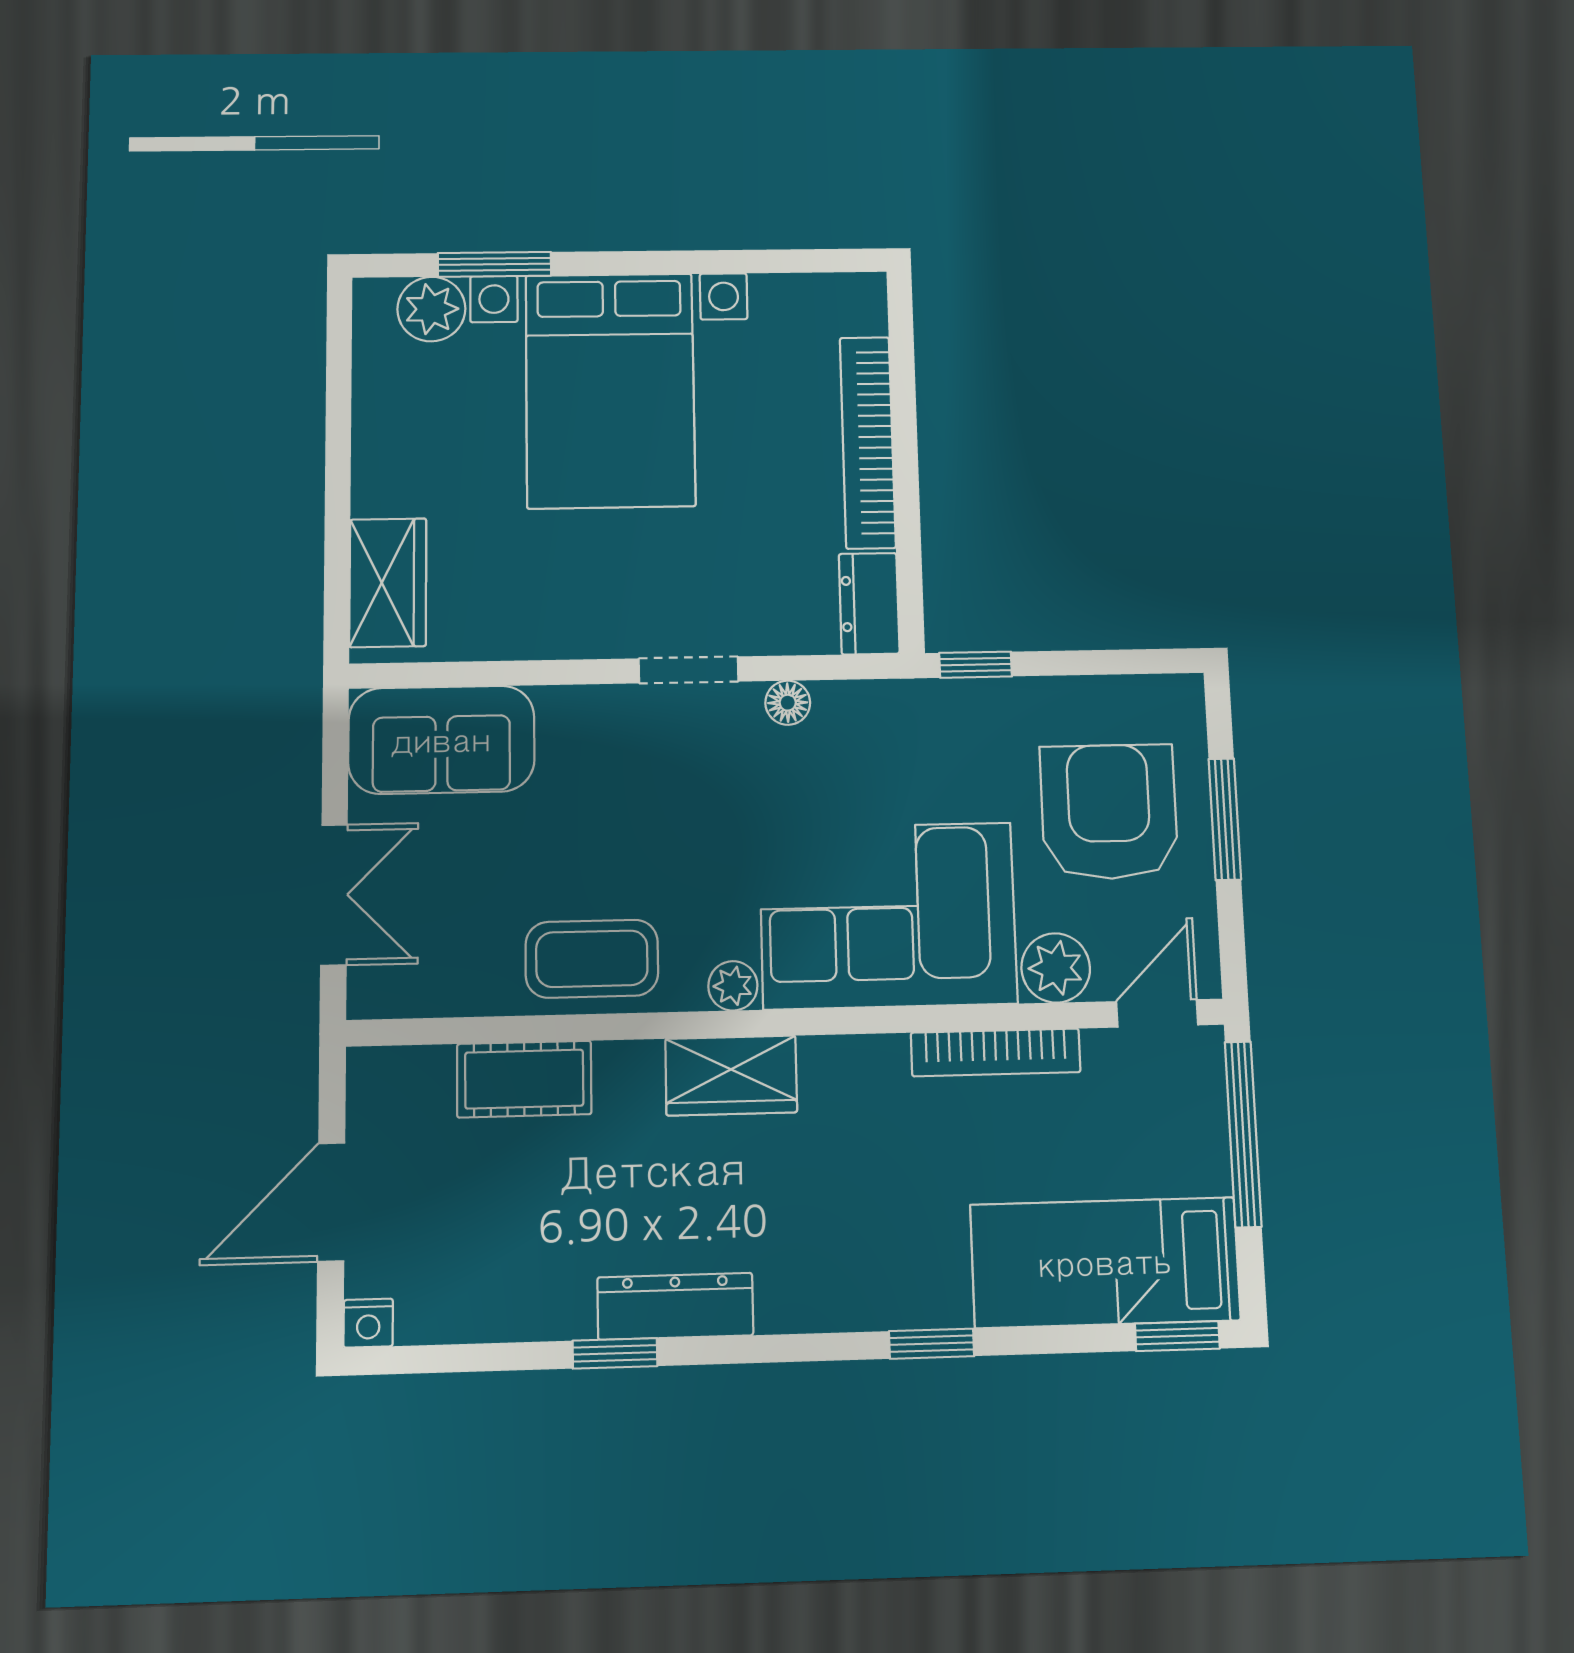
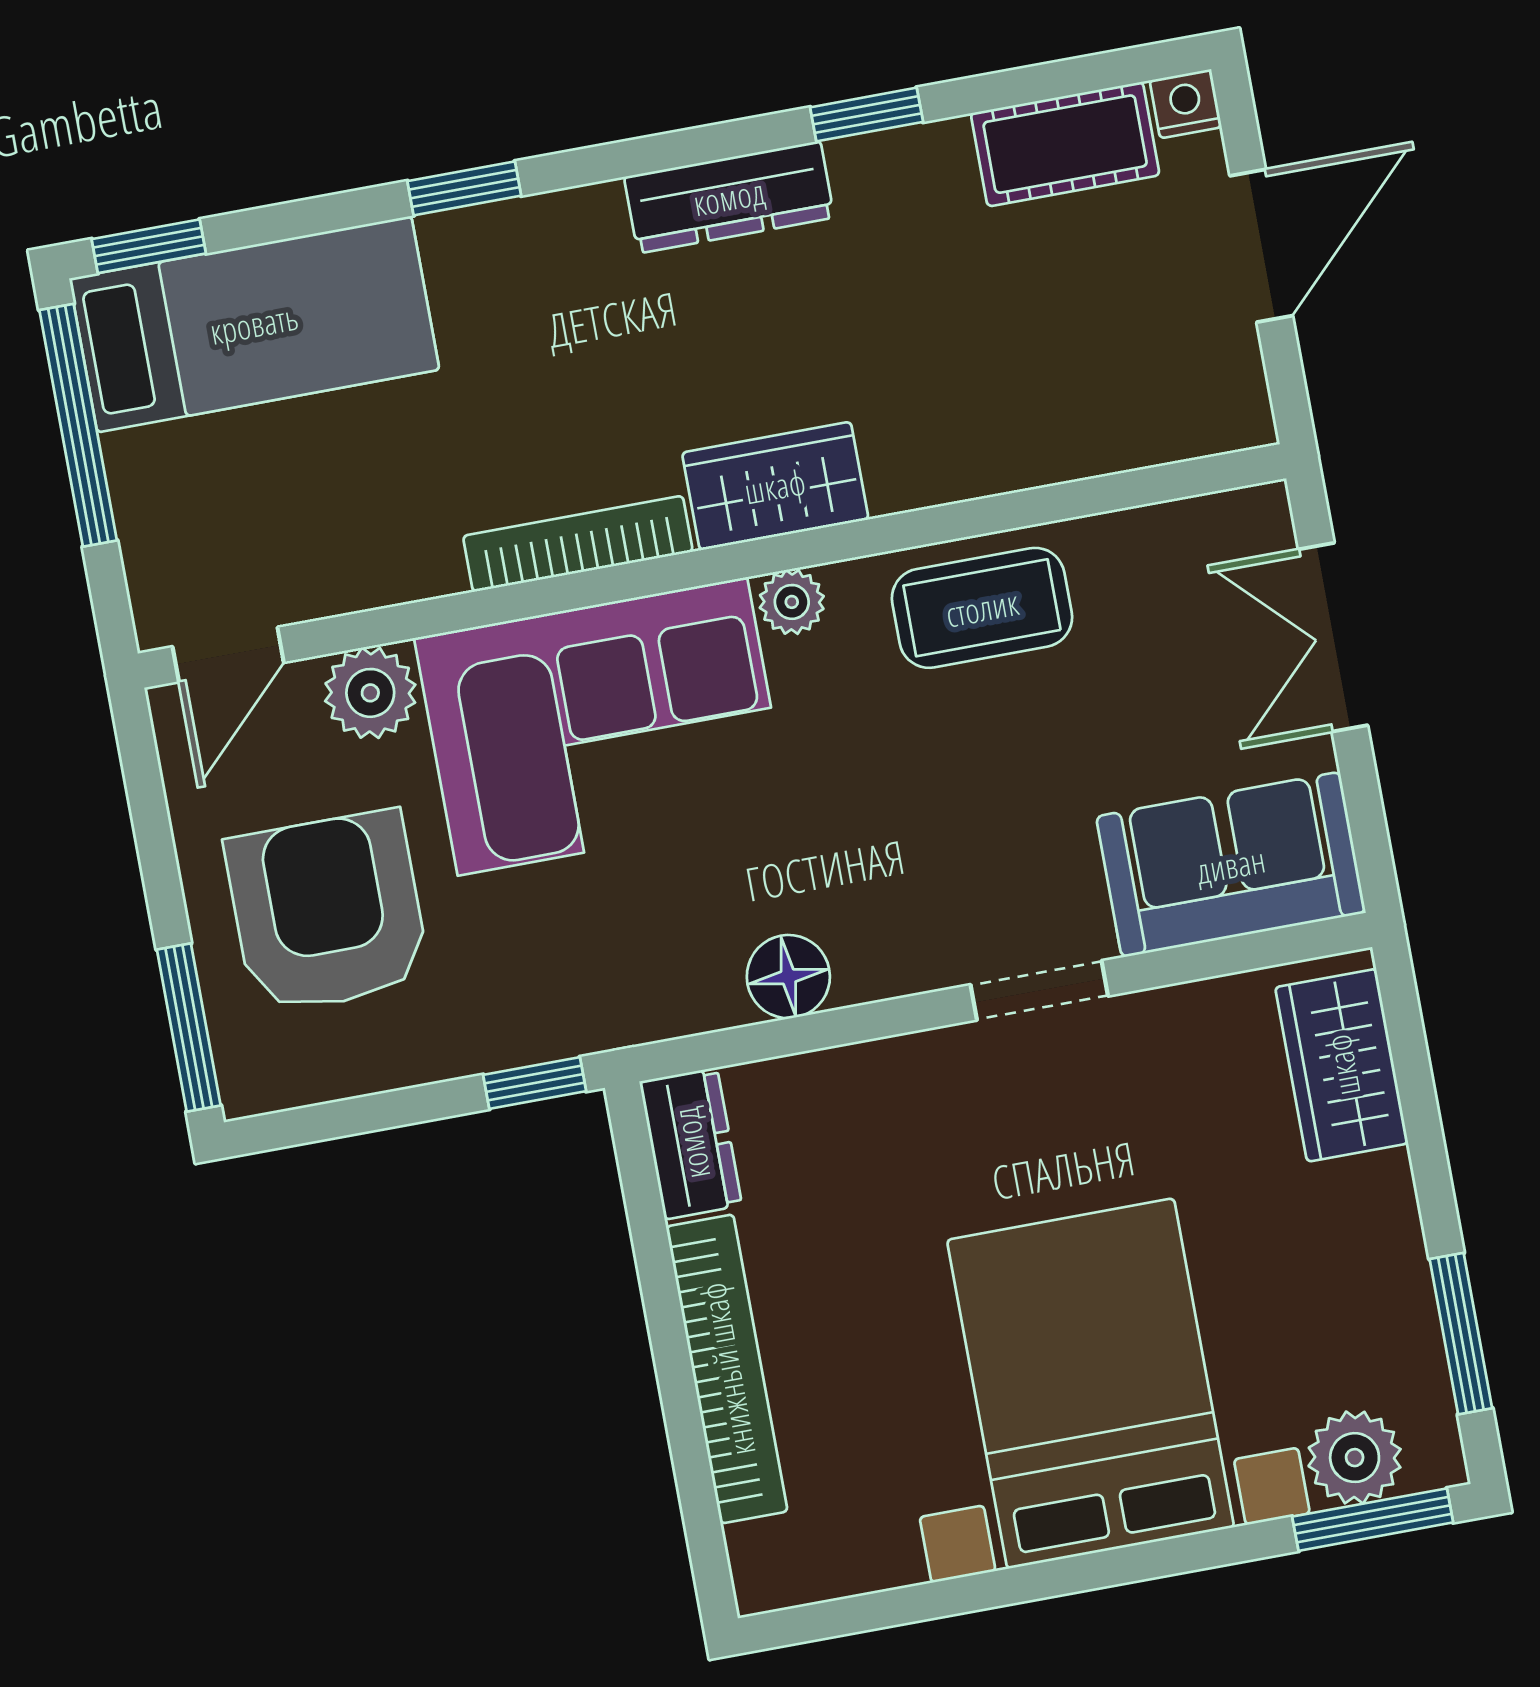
window: (494, 264) -> (1373, 1520), moved
window: (339, 381) -> (1461, 1334), added
doorway: (689, 670) -> (1039, 990), moved
floor lamp: (788, 703) -> (788, 977), width x1.37, depth x1.37
armchair: (1109, 812) -> (327, 912), turned 180
window: (1225, 819) -> (189, 1028), moved
bookcase: (996, 1052) -> (578, 544), moved
cot: (524, 1079) -> (1065, 144), moved
window: (1243, 1134) -> (78, 425), moved
dresser: (675, 1306) -> (729, 197), moved

